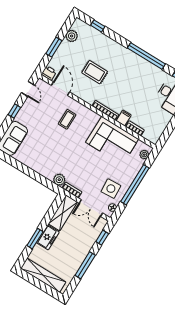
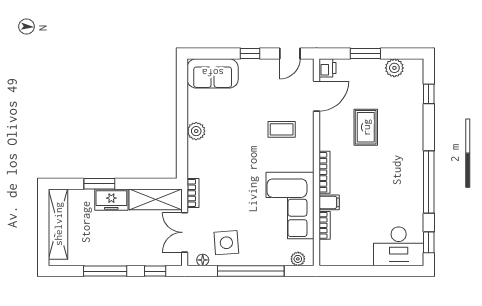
plant: (59, 180) -> (196, 131), moved

